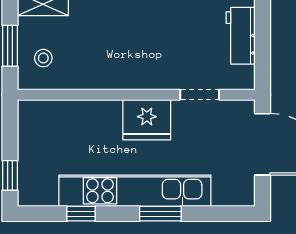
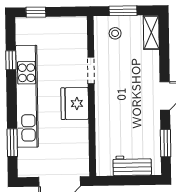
doorway: (200, 95) -> (91, 71), moved
window: (160, 214) -> (12, 143), moved

